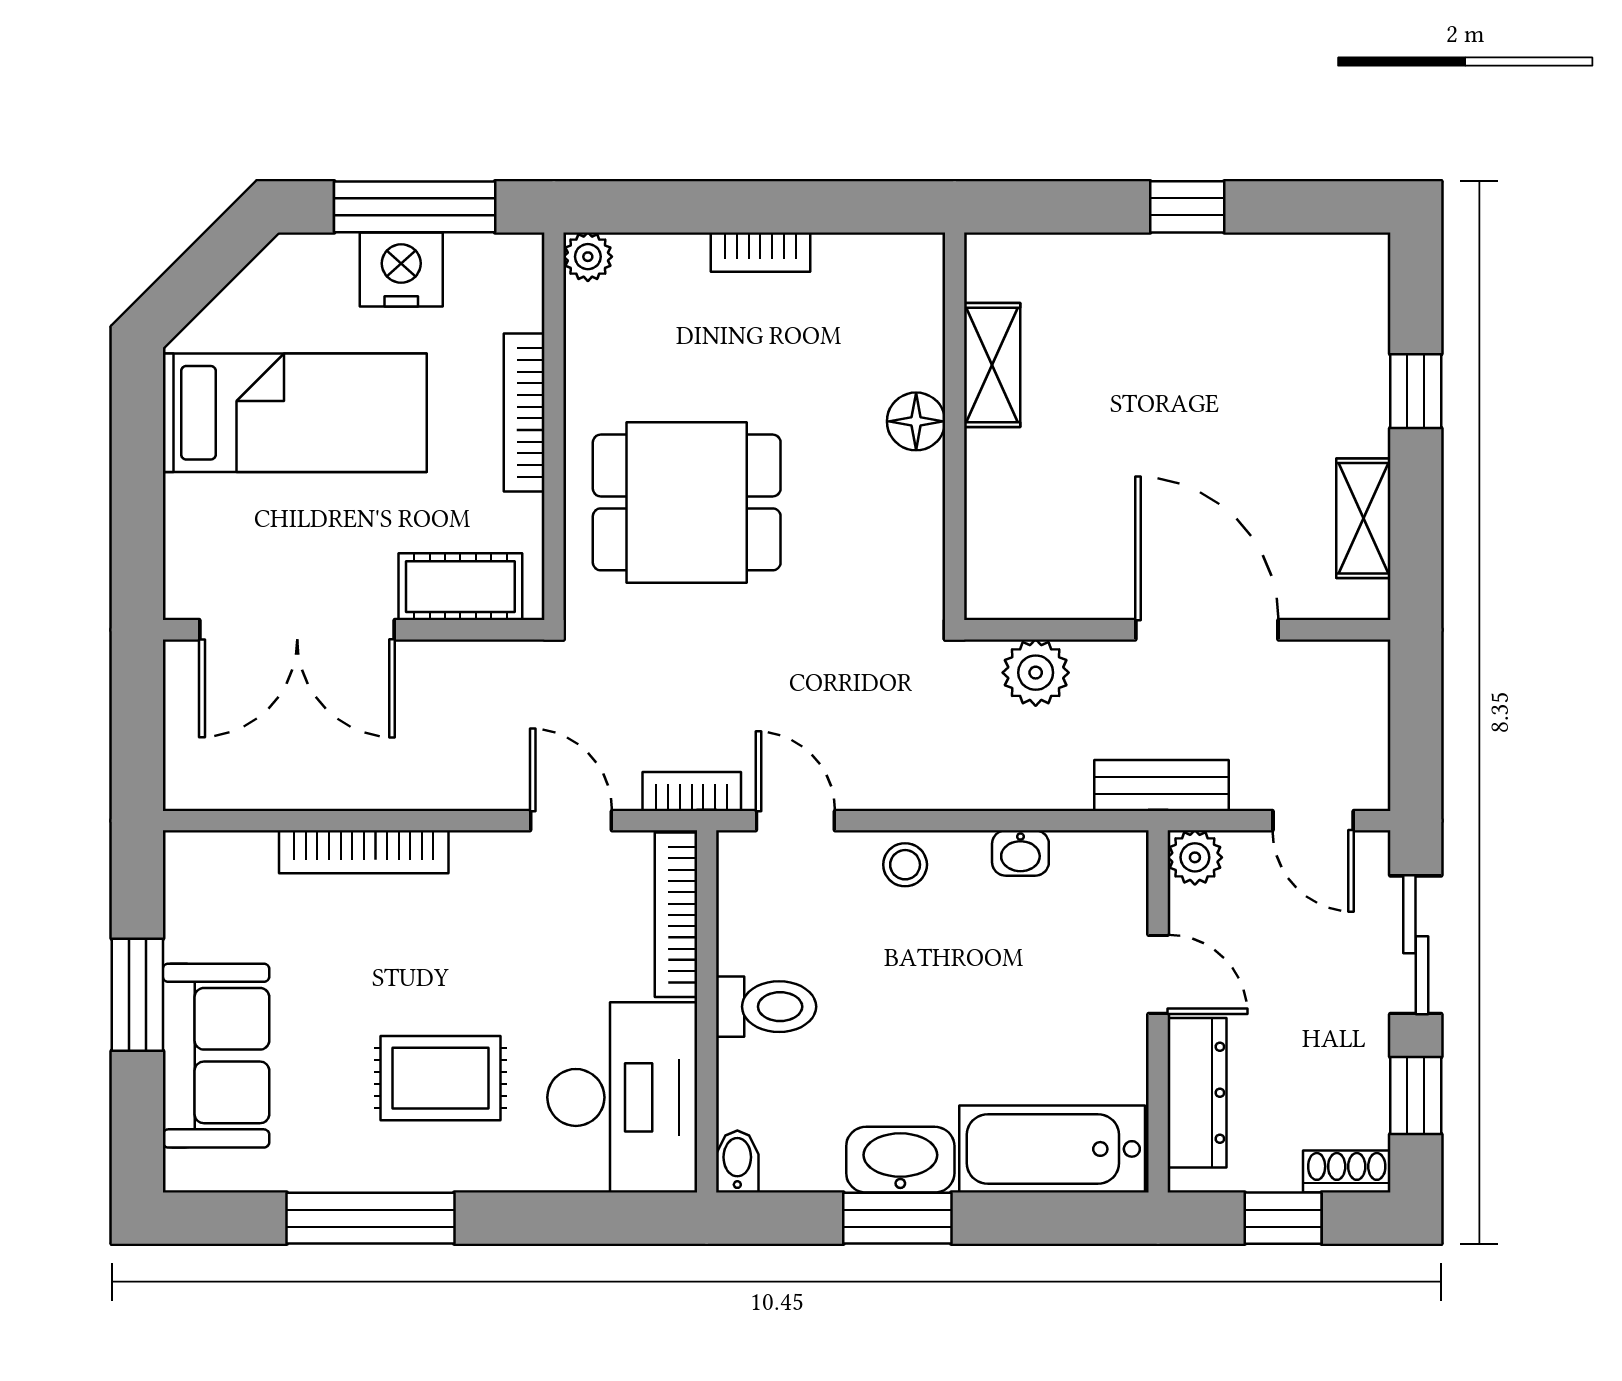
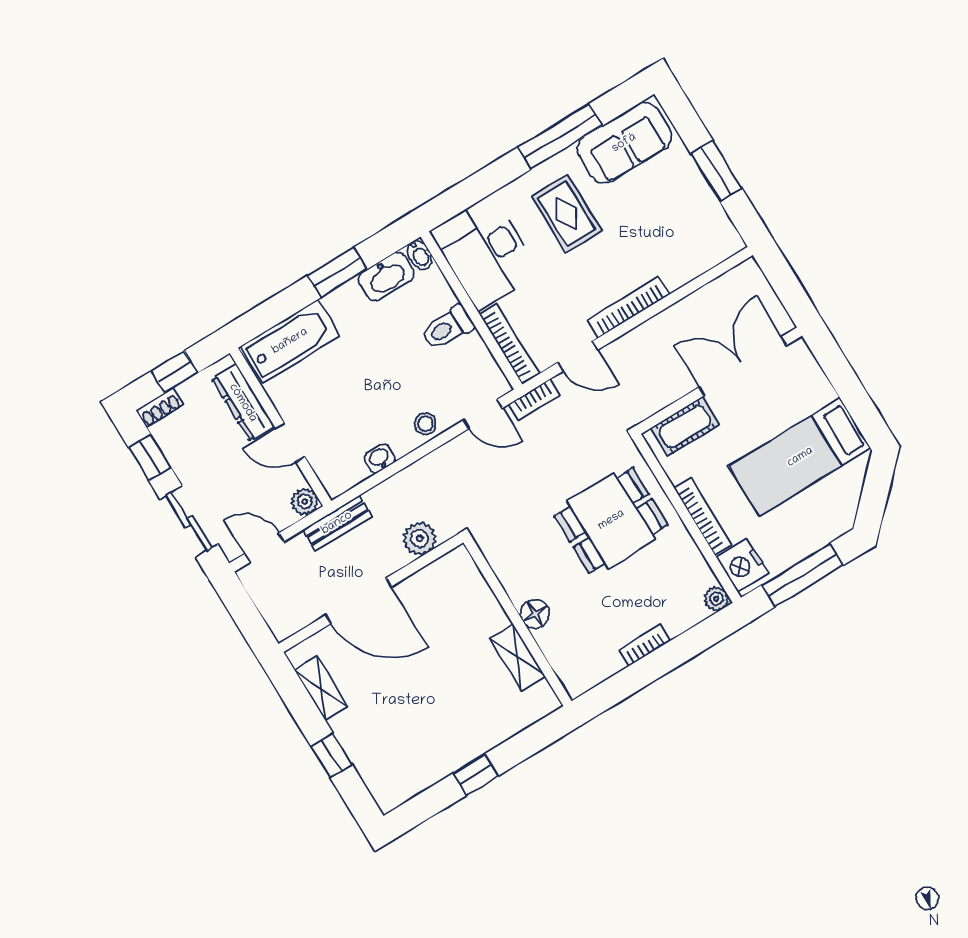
nightstand: (401, 269) -> (743, 565), moved, turned 90
bookcase: (364, 852) -> (628, 307), moved
sofa: (216, 1056) -> (624, 143), moved, turned -90
rug: (440, 1078) -> (567, 214), turned 90
washbasin: (900, 1160) -> (386, 276), moved

